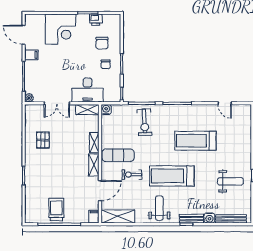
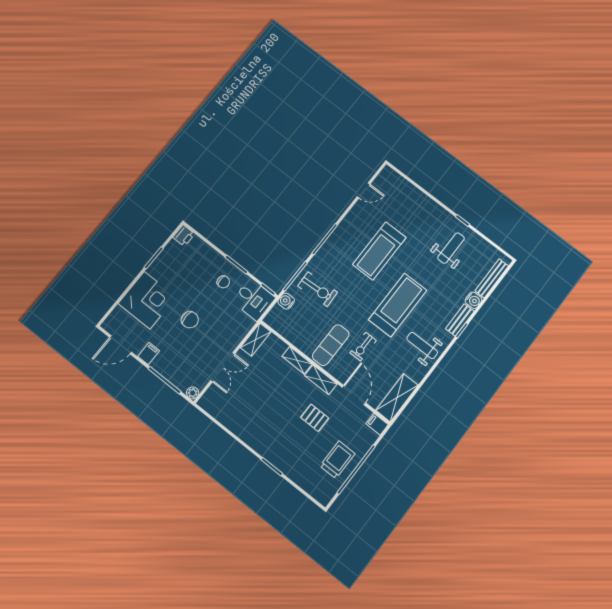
printer: (96, 20) -> (184, 236), moved
chair: (102, 43) -> (190, 320), moved
desk: (88, 90) -> (254, 299), moved, width x0.73
water cooler: (106, 110) -> (286, 301), moved
pallet: (43, 140) -> (315, 418), moved
treadmill: (172, 176) -> (398, 305), turned 180
trolley: (56, 209) -> (337, 460), turned 90

